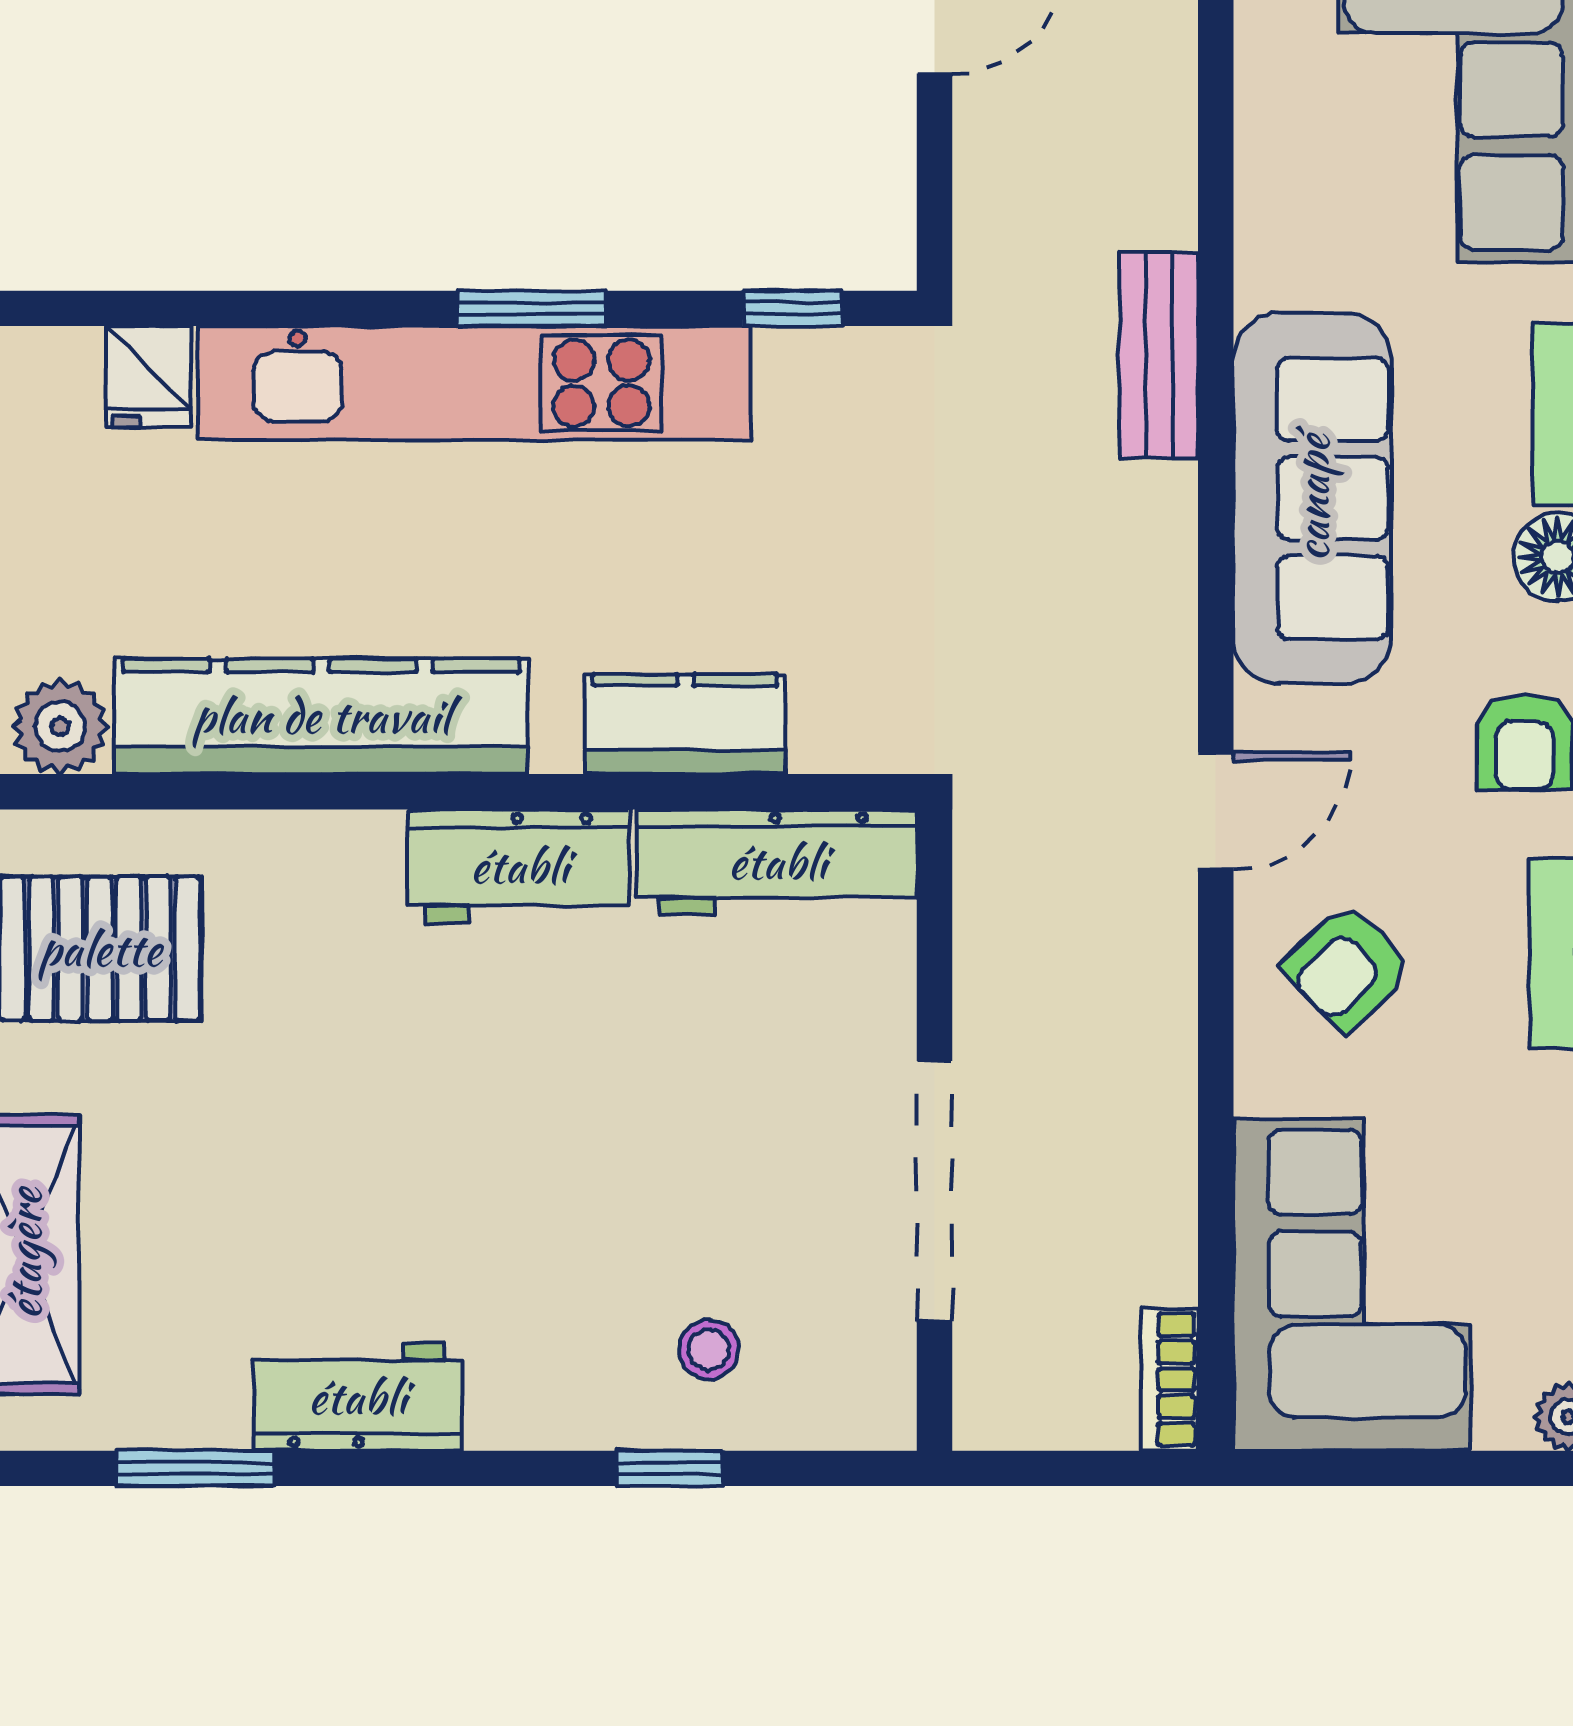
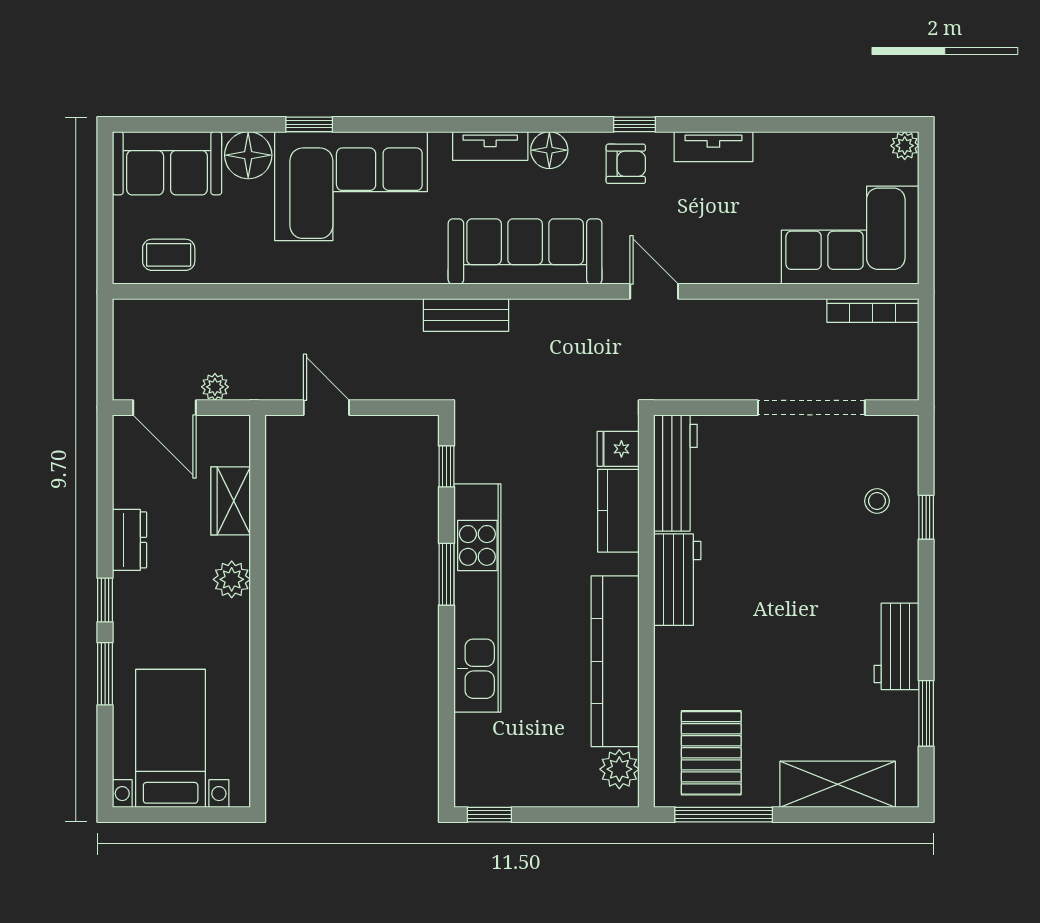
fridge: (149, 377) -> (618, 449), moved, turned 180
armchair: (1347, 967) -> (719, 237), removed
bookcase: (1170, 1380) -> (873, 310), width x1.56

